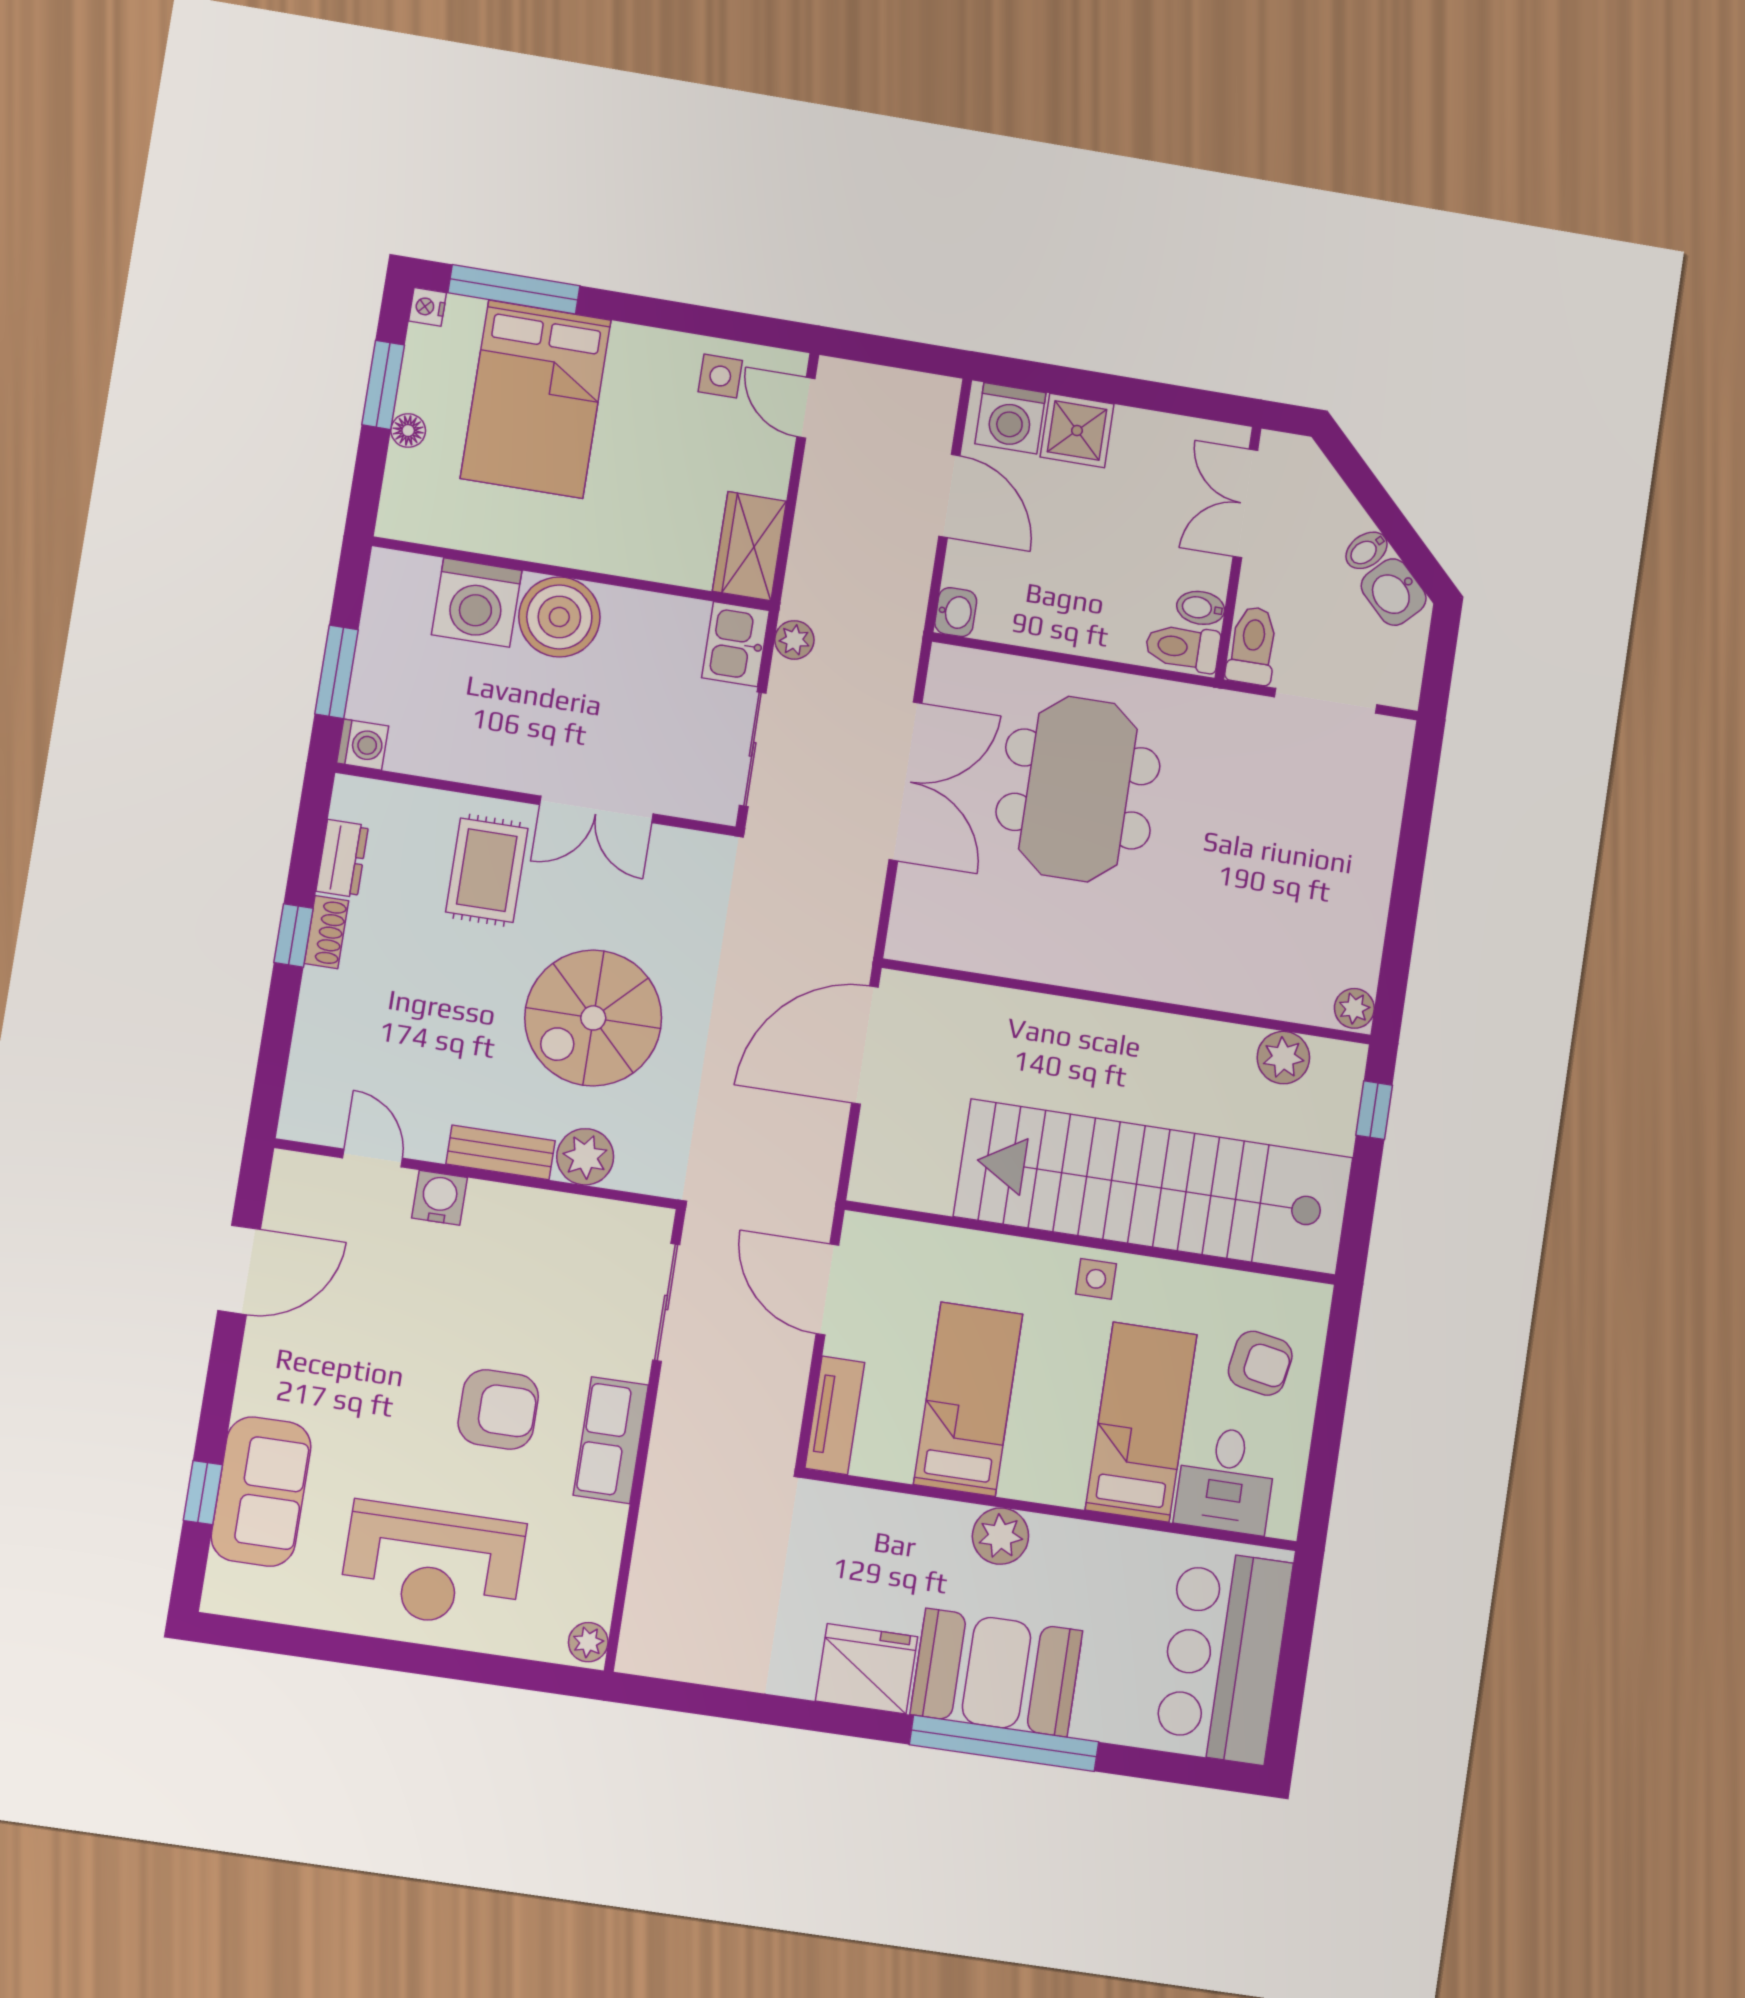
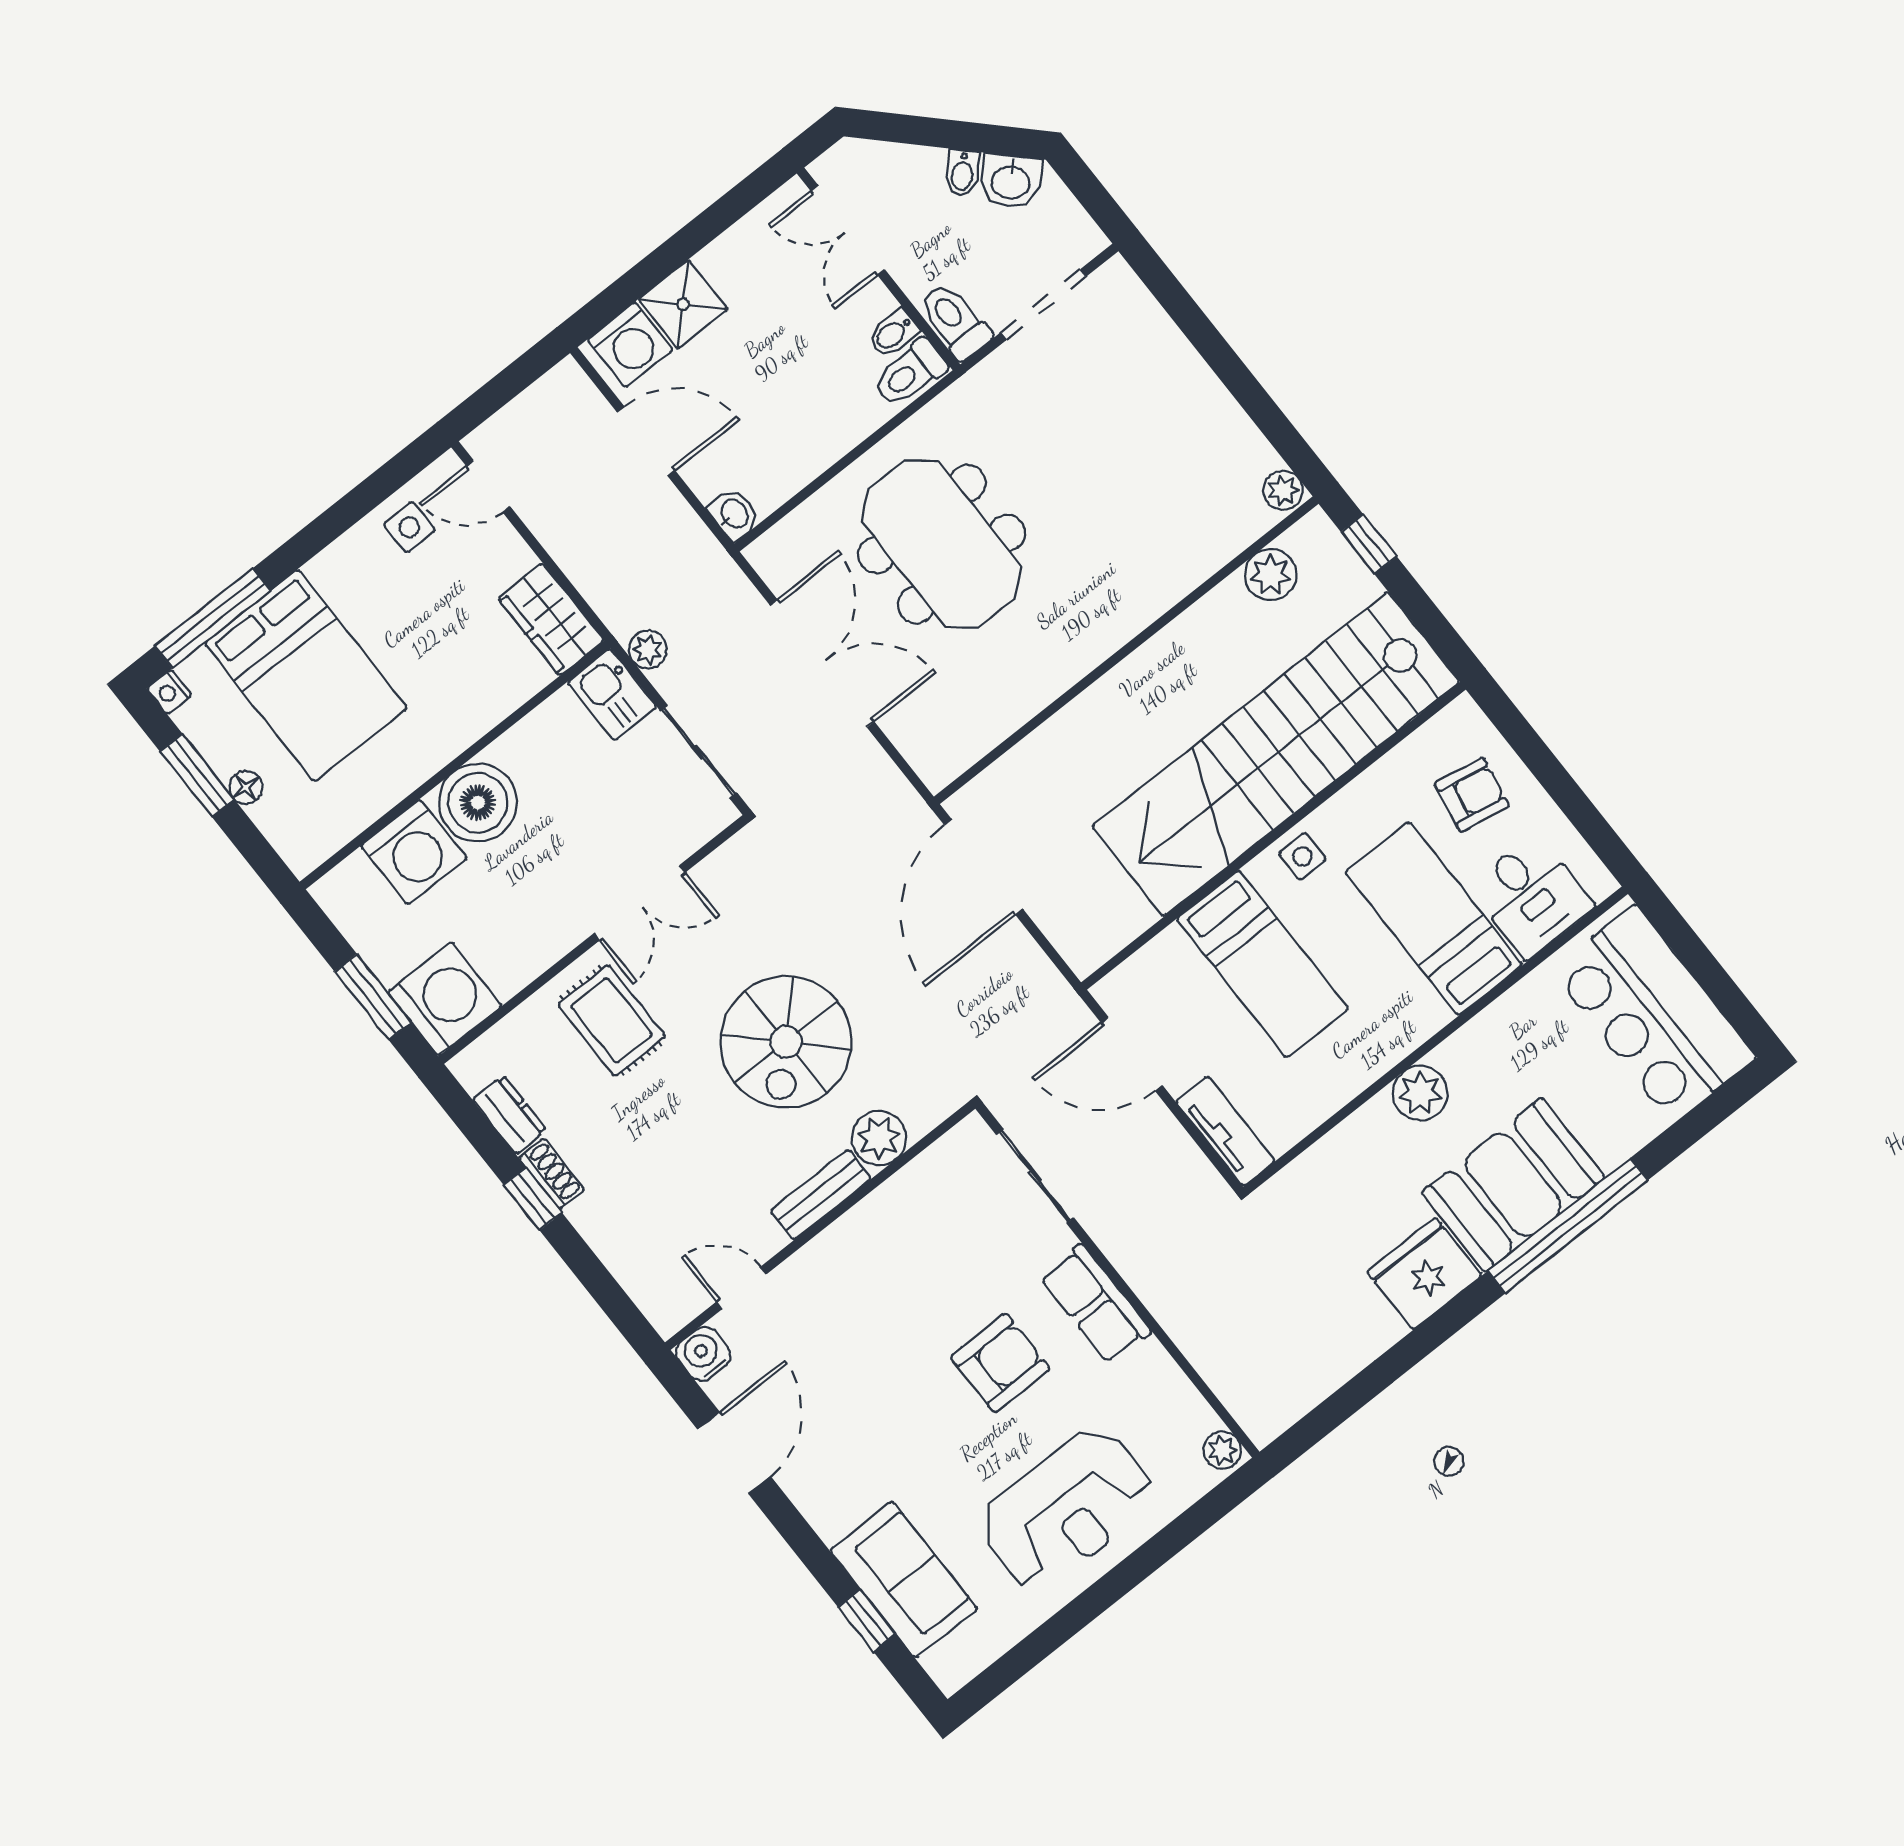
washing machine: (363, 745) -> (445, 999), width x1.89, depth x1.89
water cooler: (439, 1198) -> (703, 1354), moved
bed: (968, 1399) -> (1263, 964), moved, turned 180

